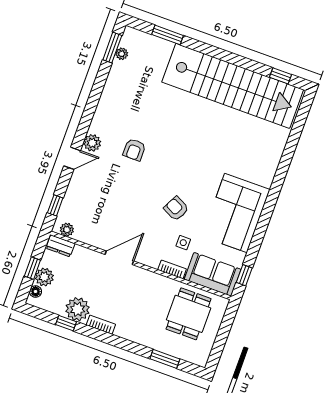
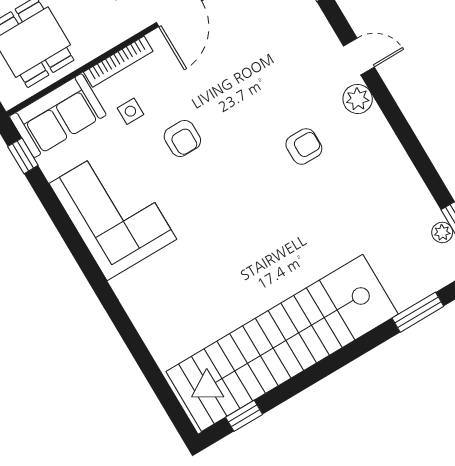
armchair: (134, 150) -> (304, 146), turned 90
door: (72, 158) -> (359, 56), swing flipped
armchair: (176, 209) -> (182, 138), turned 63
bookcase: (172, 269) -> (118, 62), width x1.56

